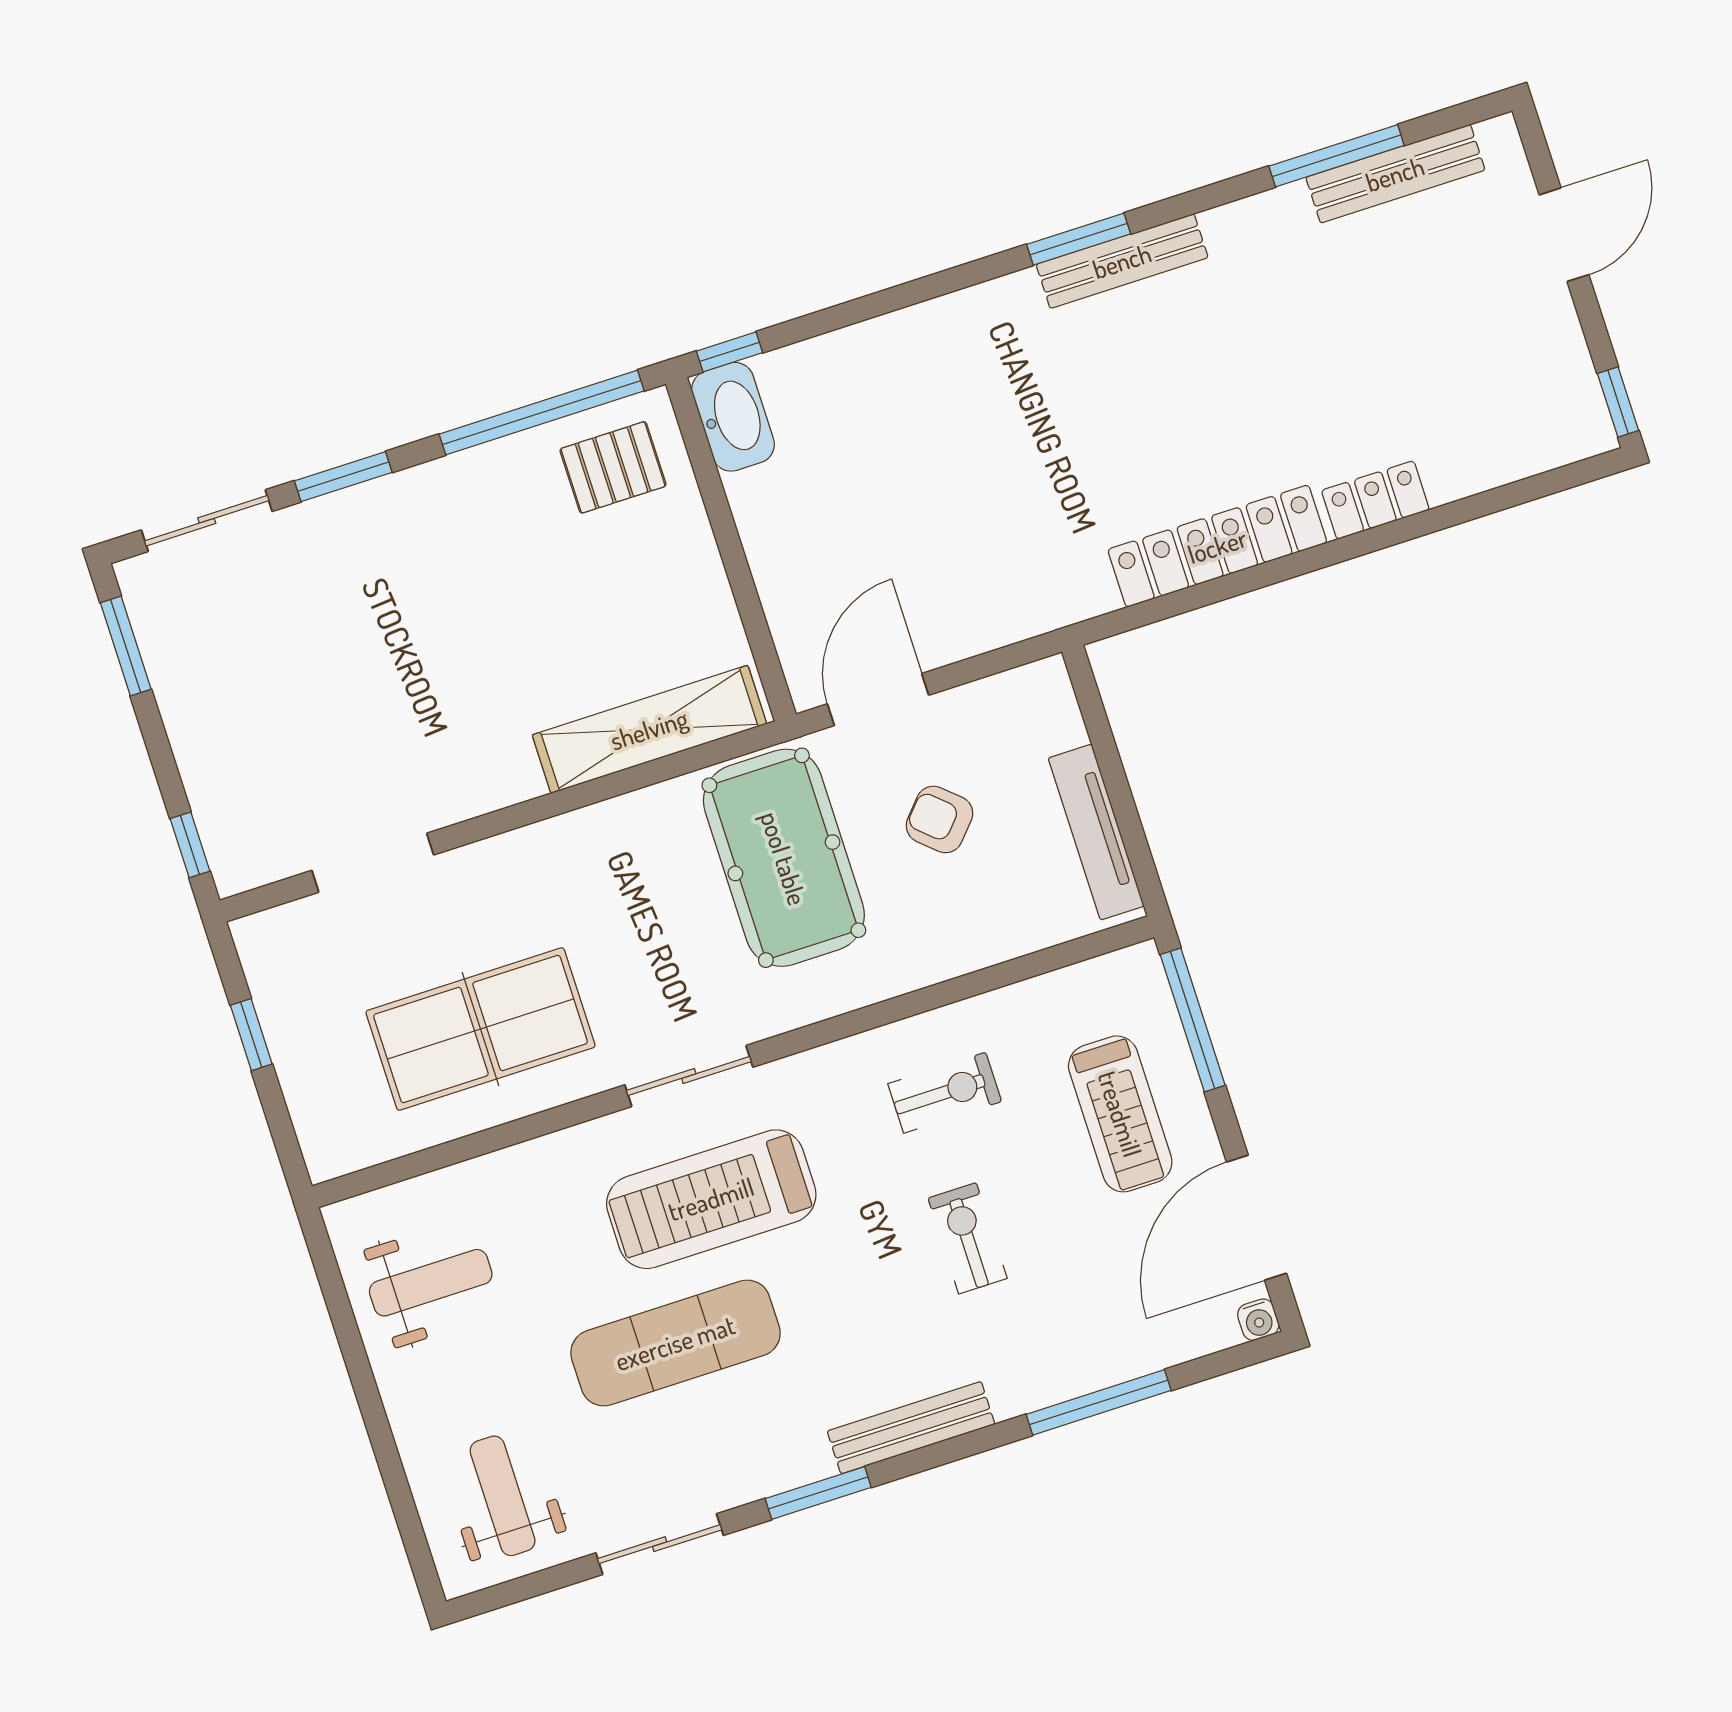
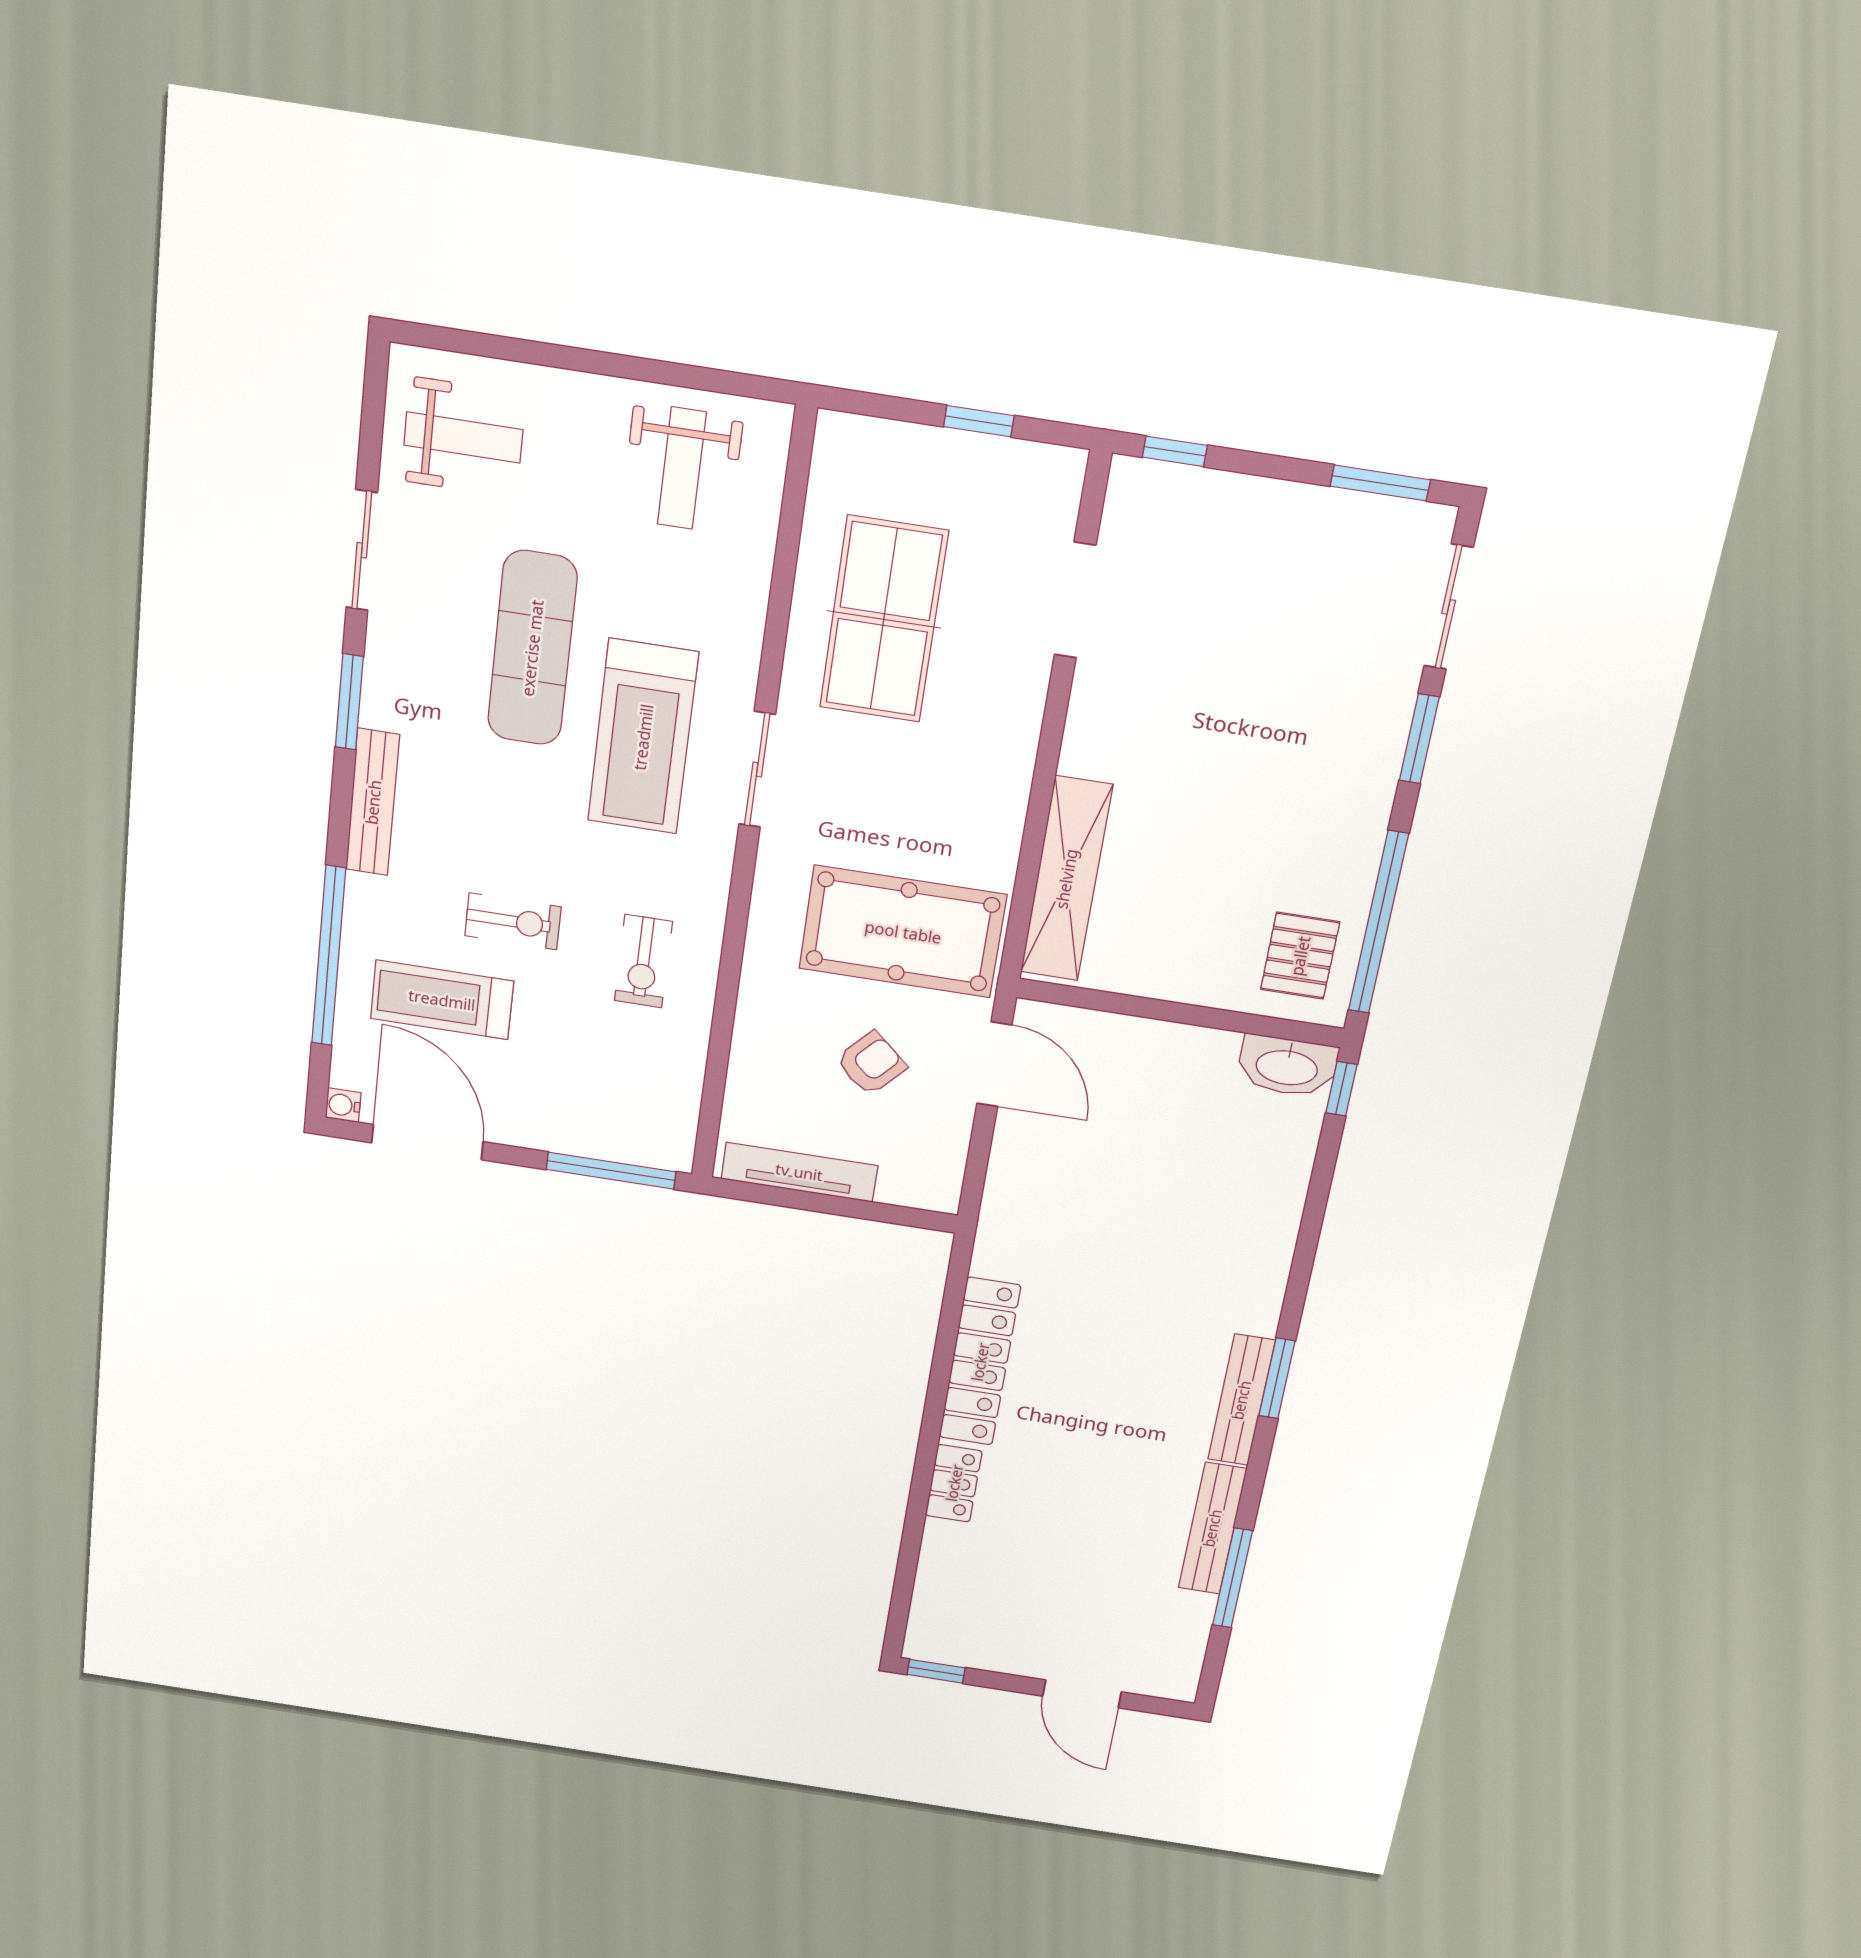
bench: (1395, 174) -> (1212, 1528), moved
treadmill: (1120, 1114) -> (442, 1000), moved
treadmill: (711, 1199) -> (643, 737), turned 180
window: (1099, 1402) -> (329, 956), width x1.46

